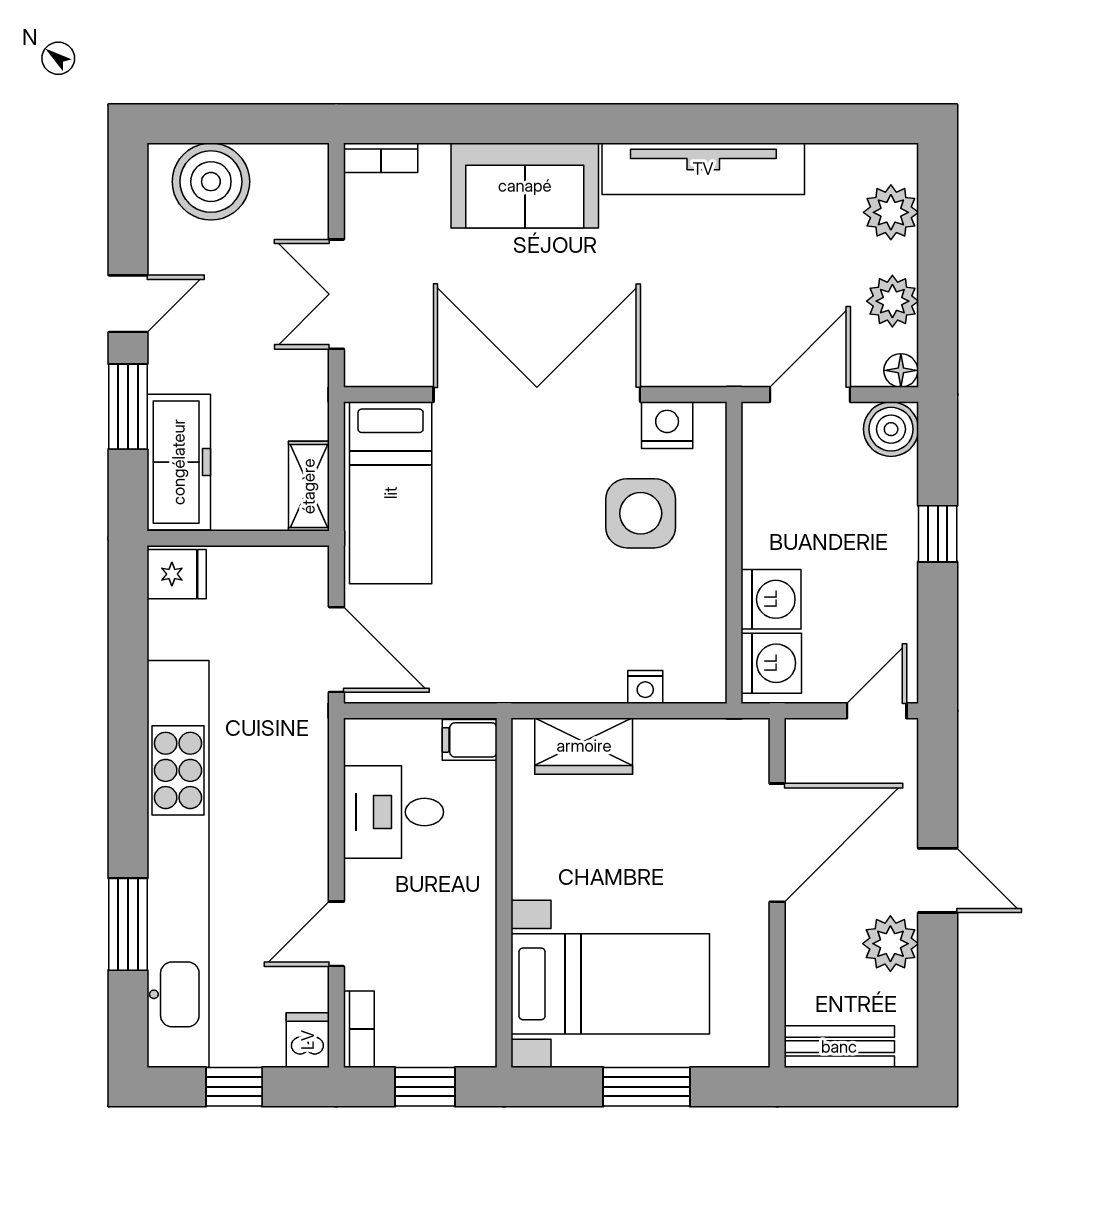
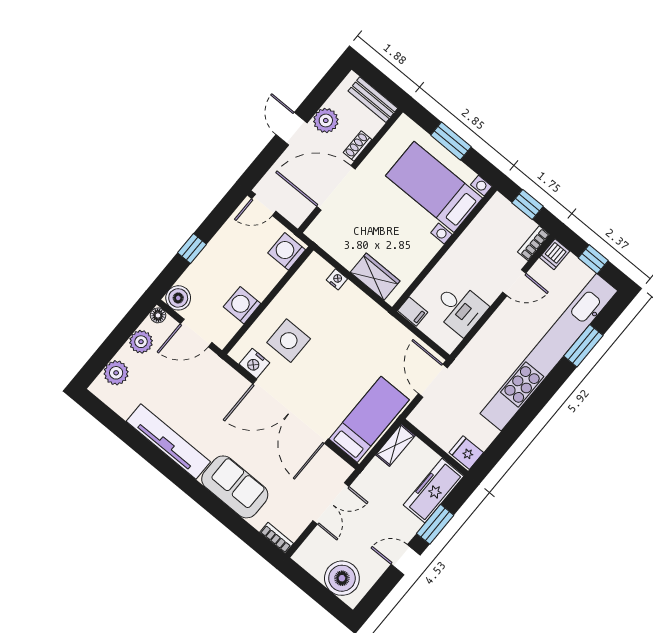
washing machine: (771, 599) -> (242, 305), moved
shoe rack: (800, 945) -> (358, 146), added

